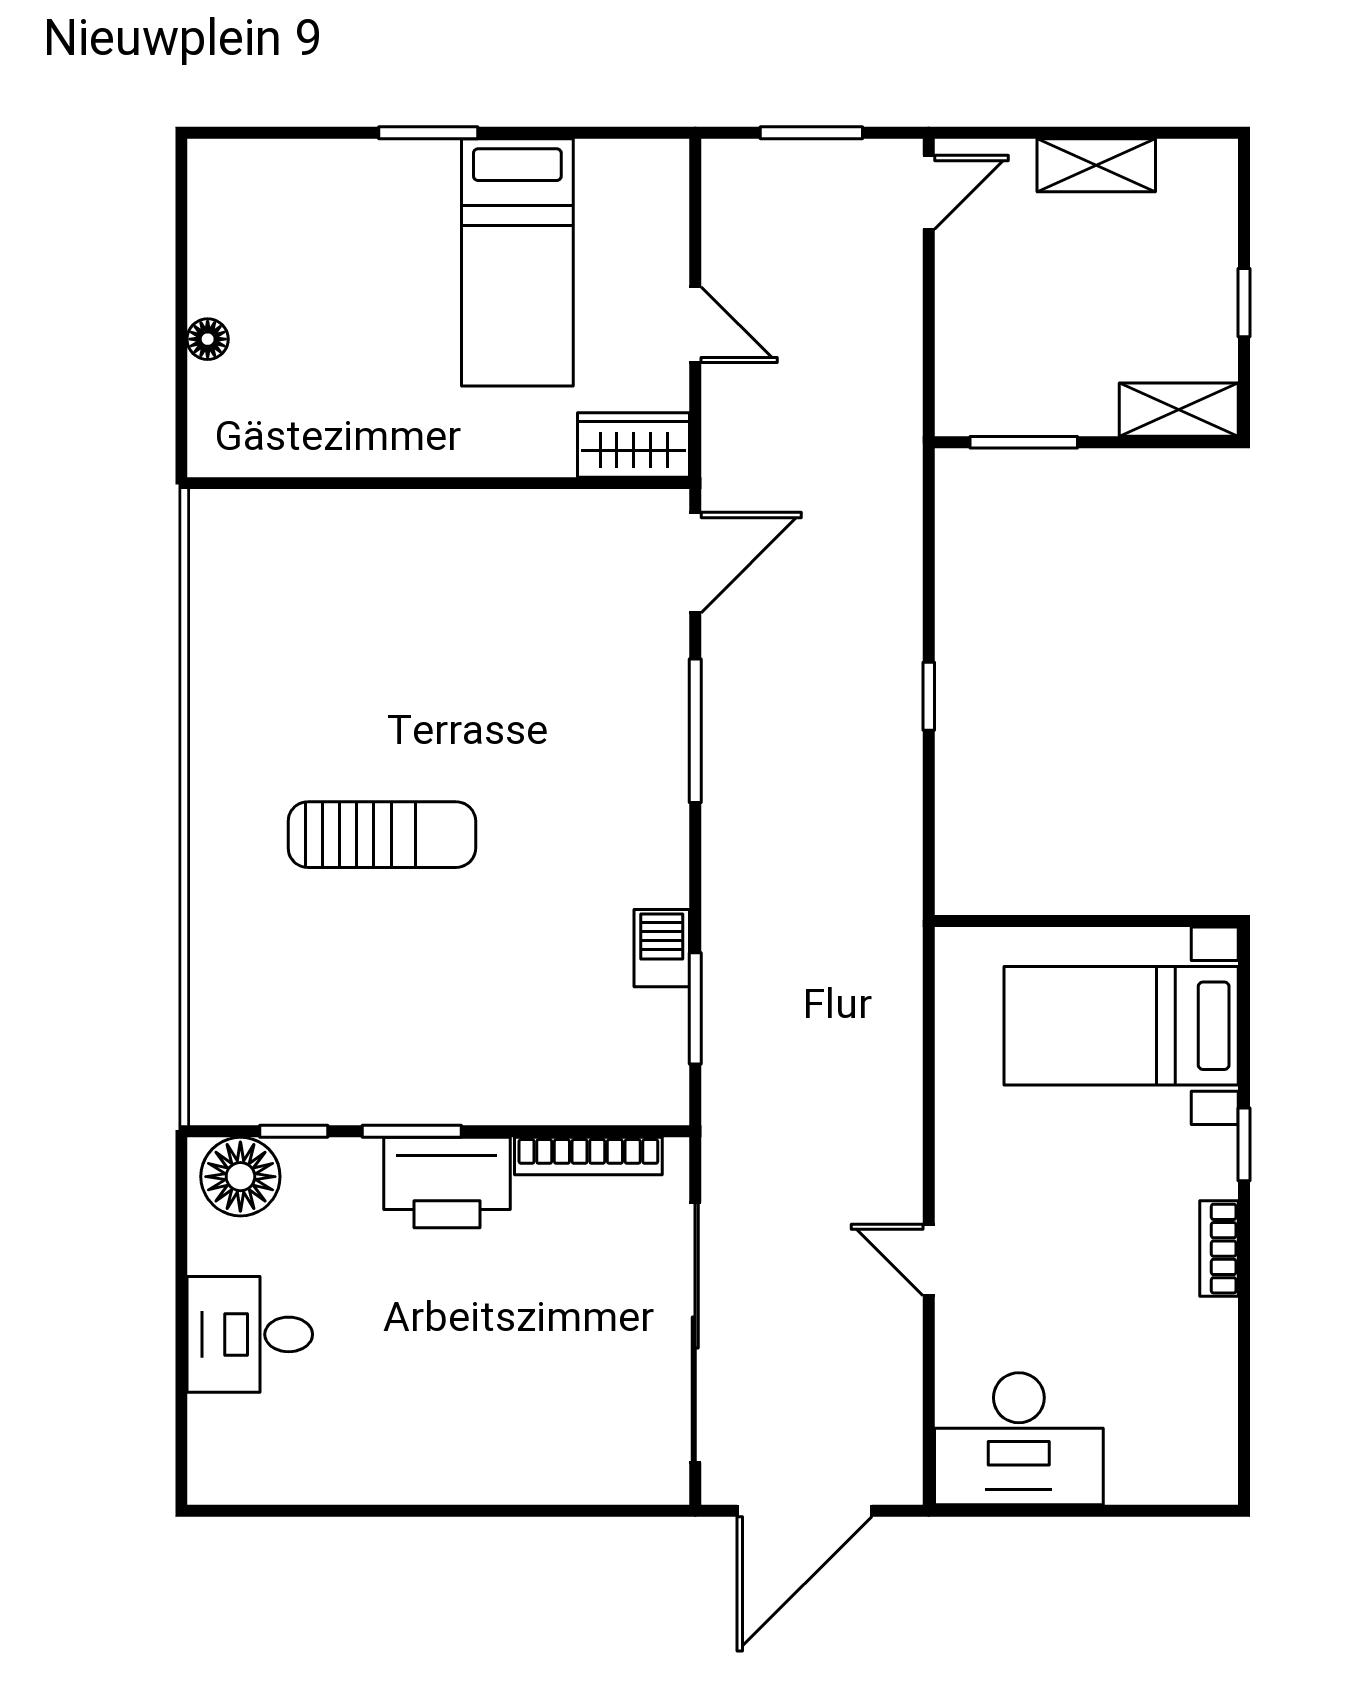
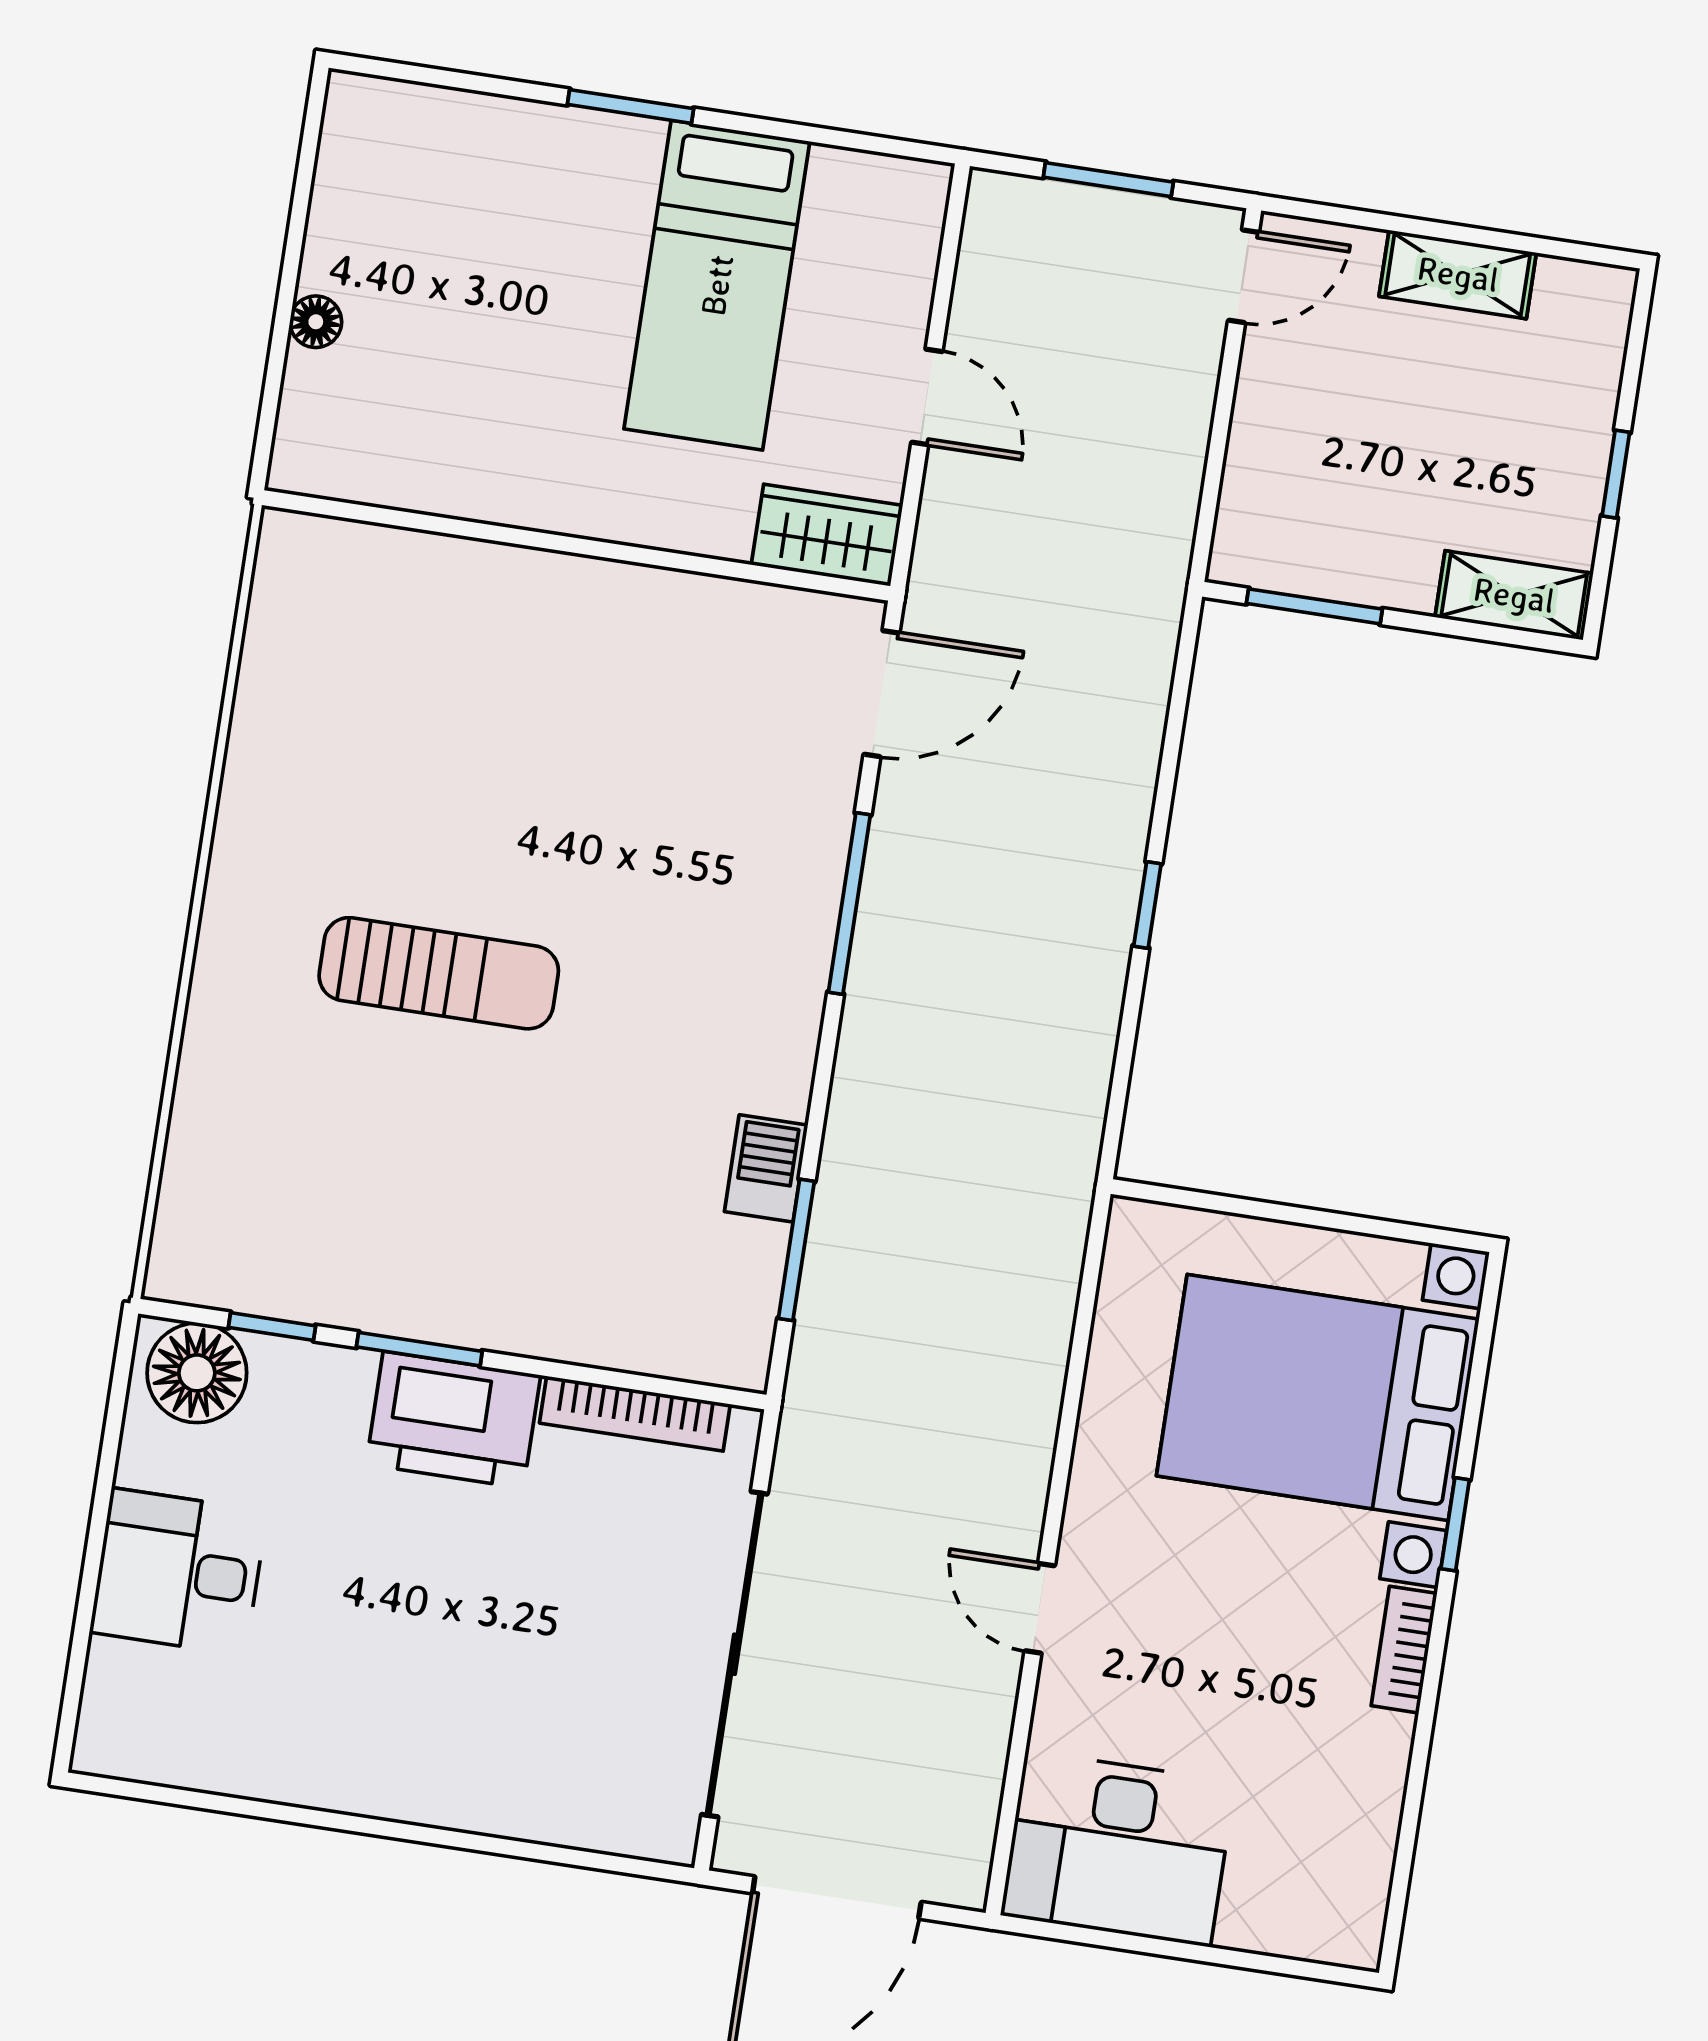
bed with nightstands: (1121, 1026) -> (1318, 1397), width x1.36

